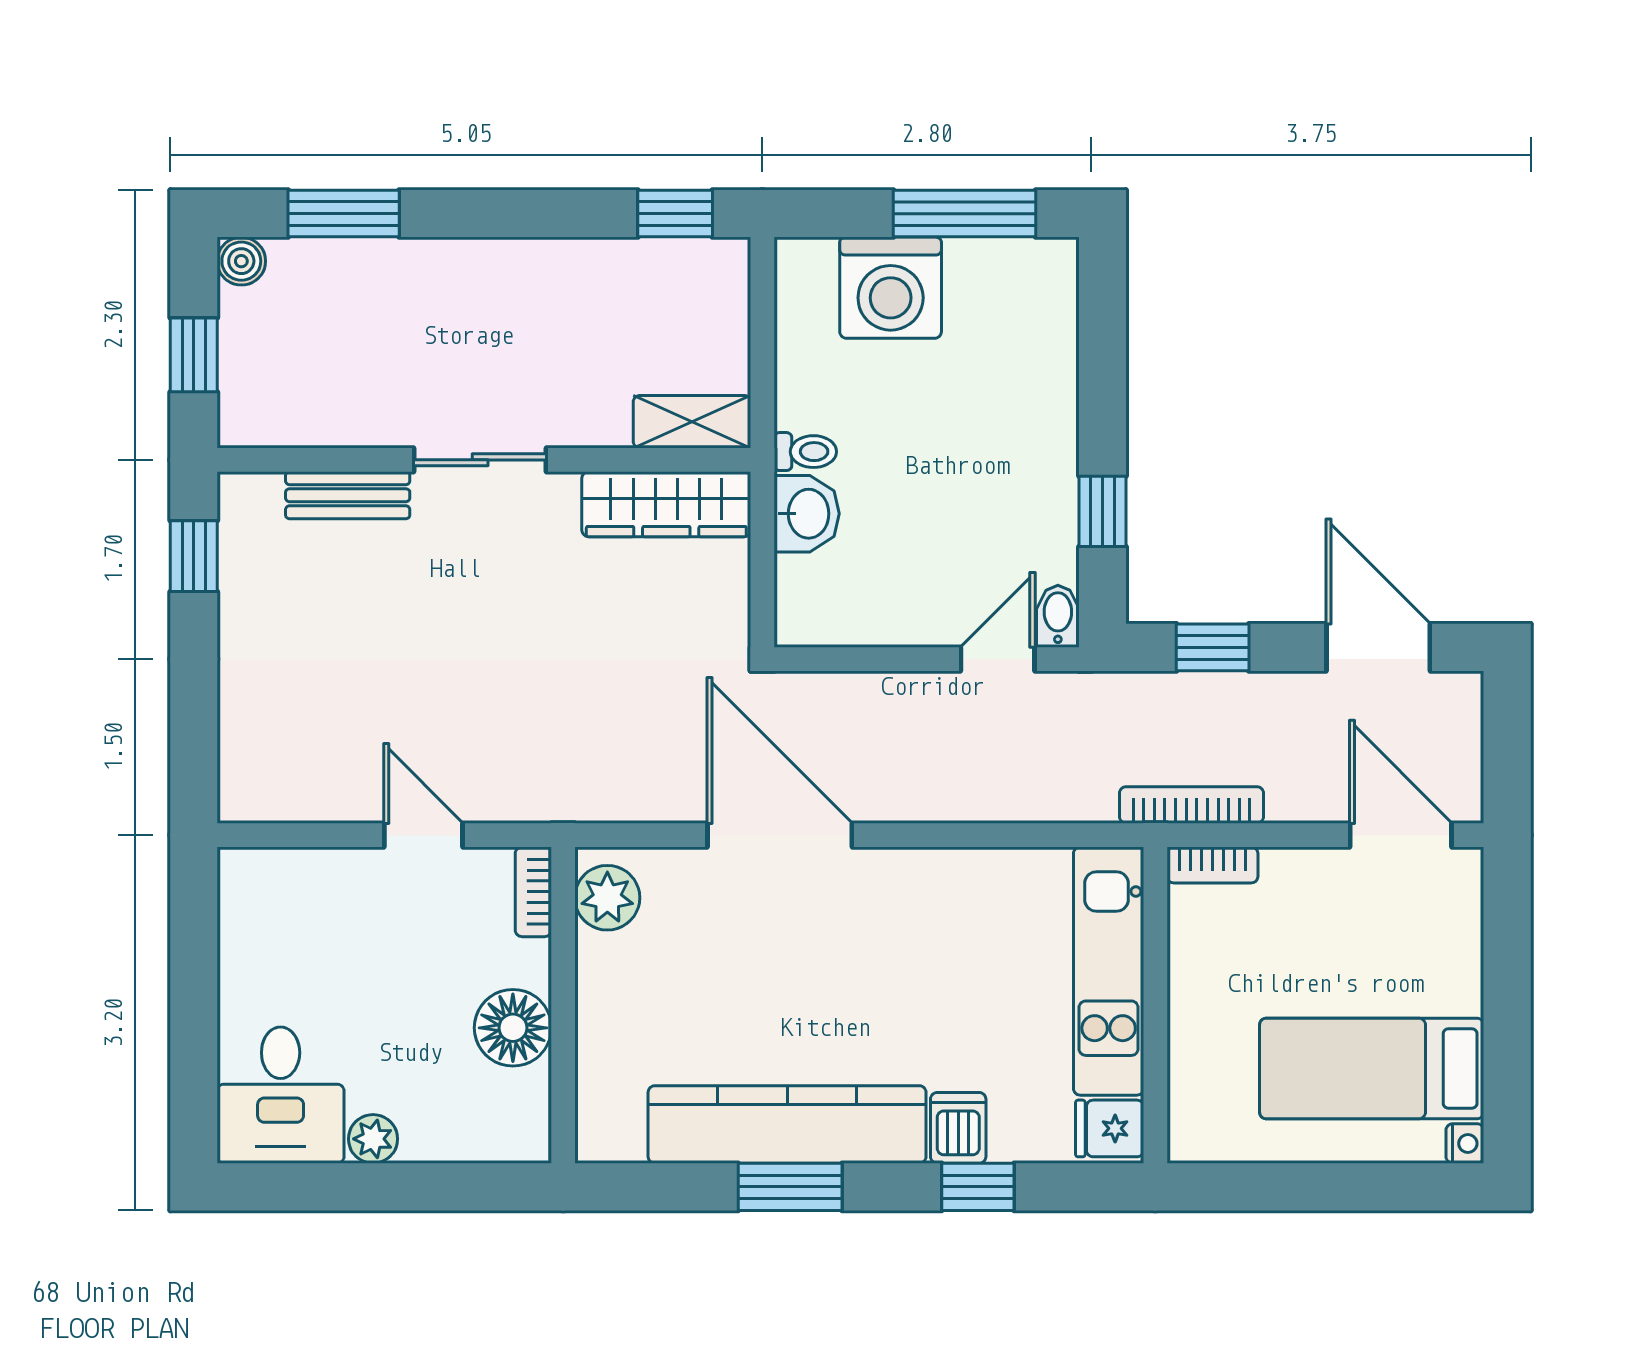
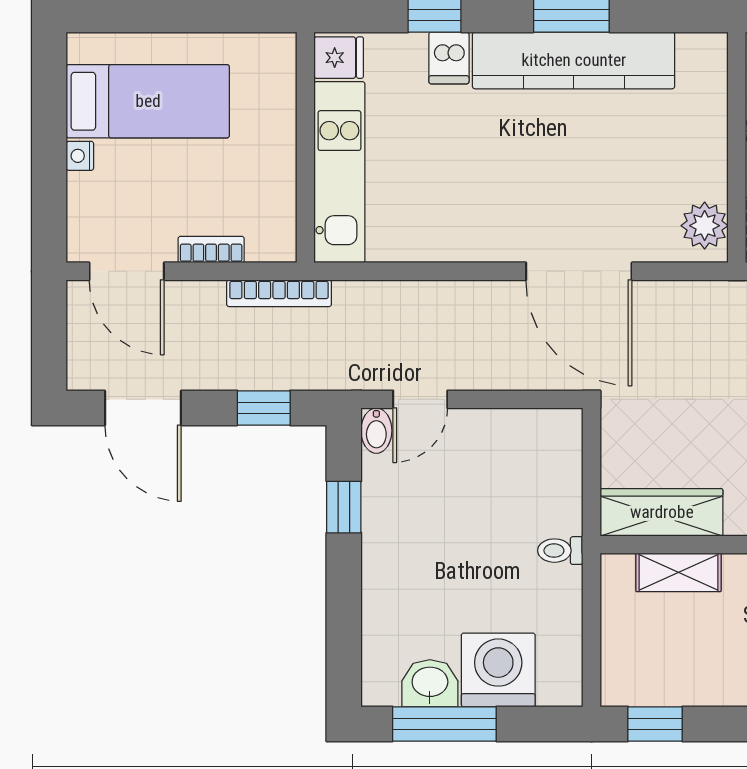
shelving: (692, 422) -> (679, 572), moved
washbasin: (807, 514) -> (430, 683), moved, turned 90
bookcase: (1212, 865) -> (211, 250), moved
nightstand: (1465, 1143) -> (80, 156), moved

